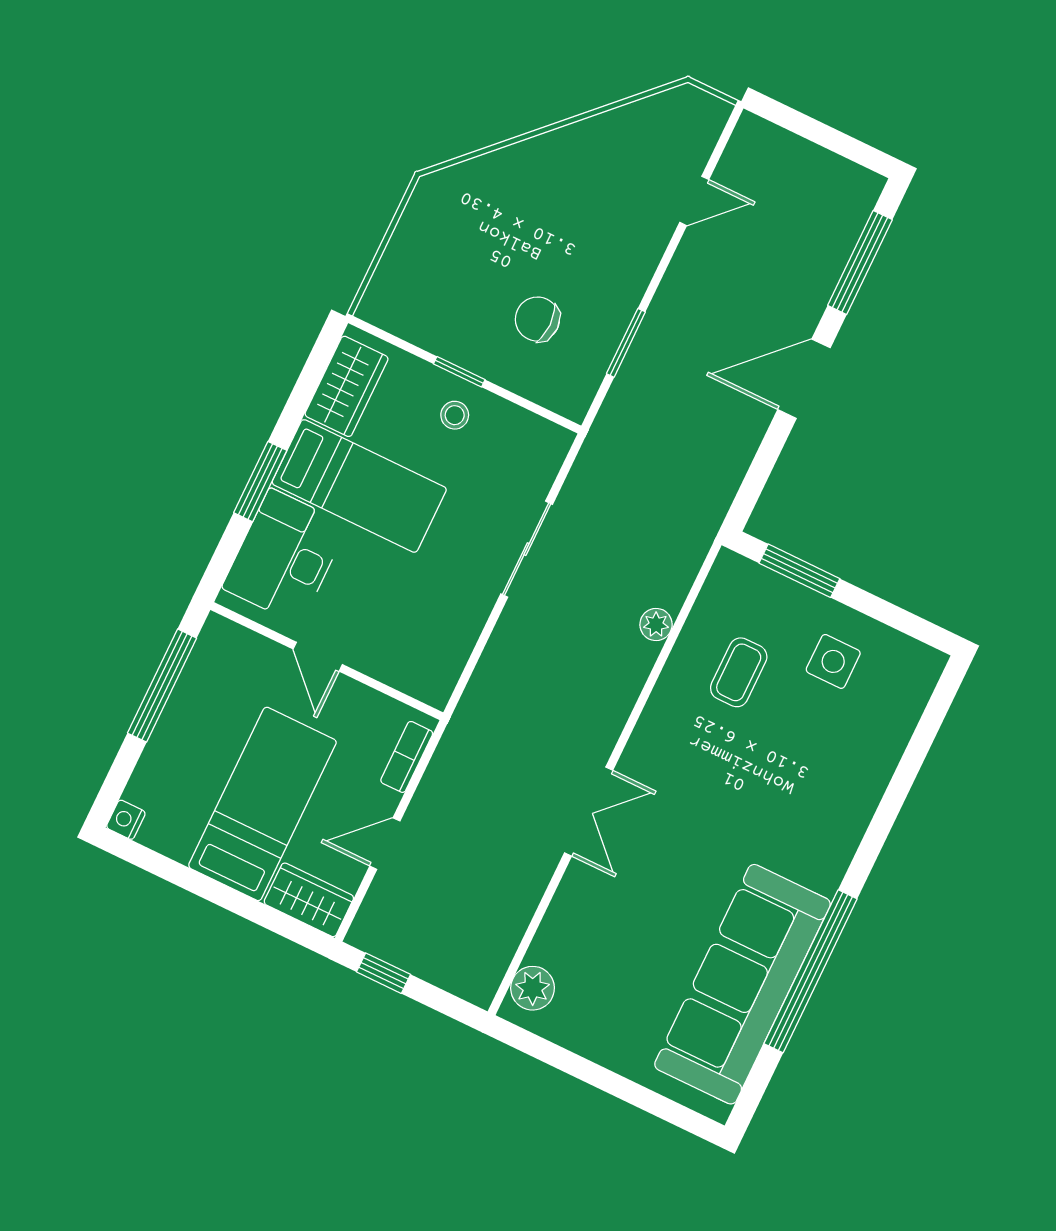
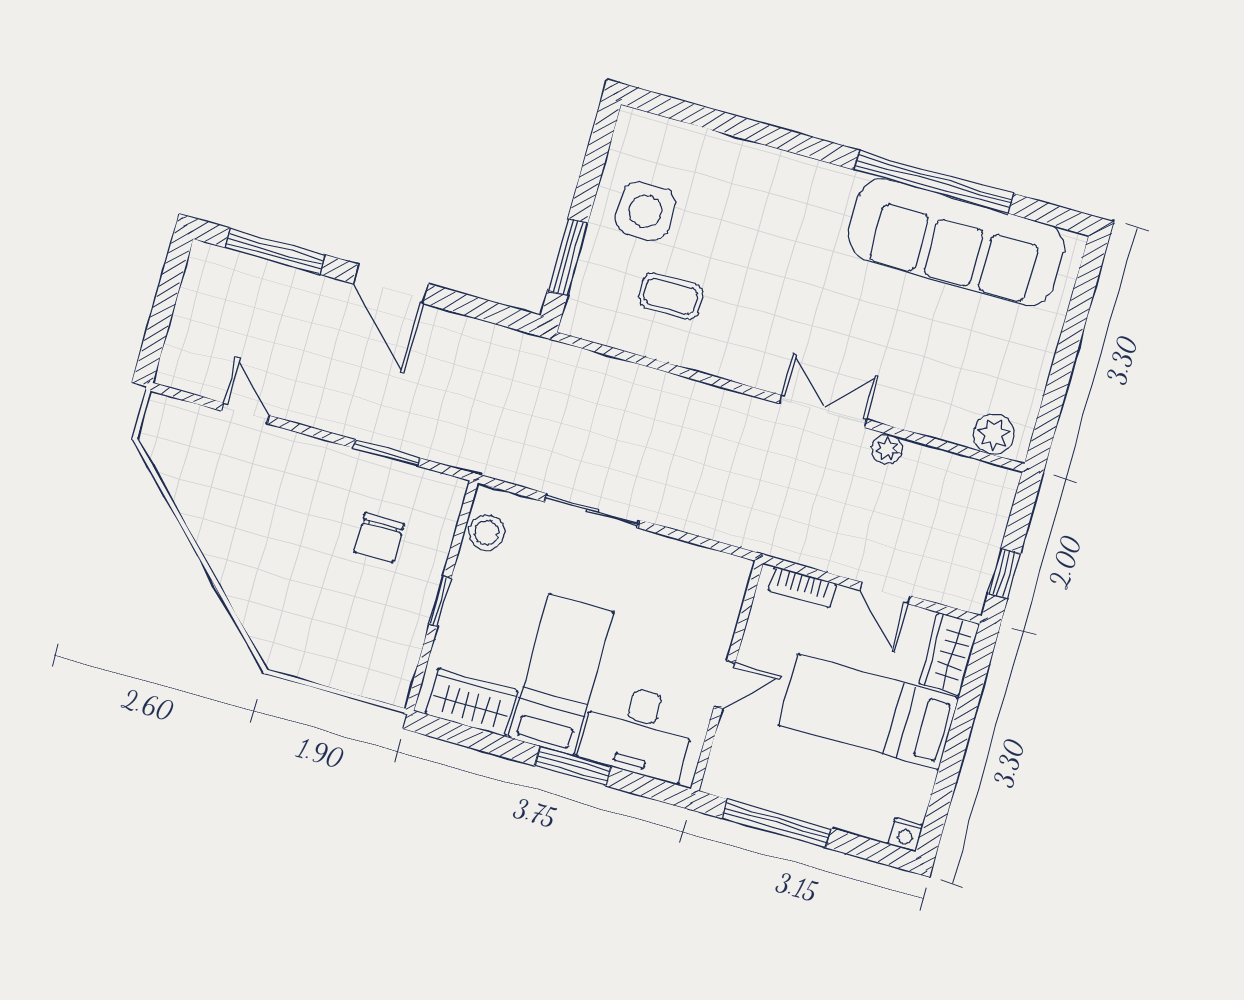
stool: (455, 415) -> (487, 533), moved, width x1.37, depth x1.37
plant: (656, 624) -> (887, 449), moved
side table: (833, 661) -> (645, 211), width x1.37, depth x1.37

